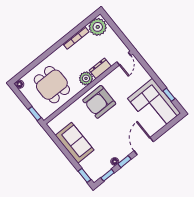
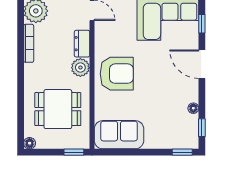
armchair: (99, 102) -> (117, 74), turned -90
sofa: (75, 143) -> (119, 135), moved
window: (125, 162) -> (202, 24), moved

